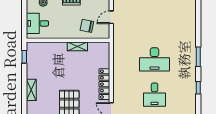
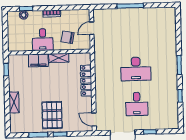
desk: (37, 23) -> (43, 40), moved, turned -90
filing cabinet: (57, 48) -> (38, 60), added
locker: (104, 84) -> (86, 81), moved

